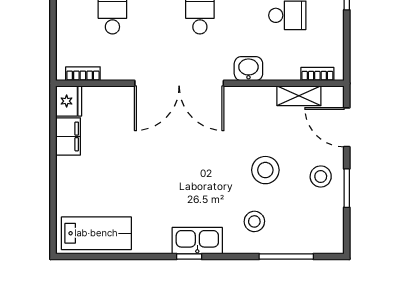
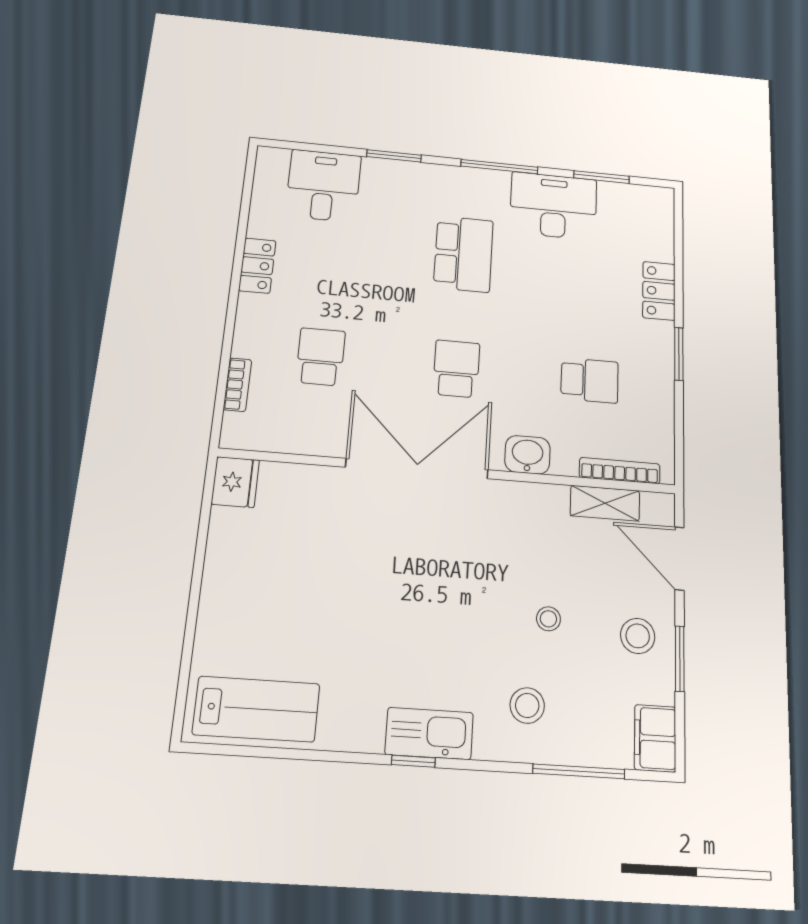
bookcase: (83, 74) -> (237, 385), moved, turned 90
bookcase: (317, 74) -> (620, 471), width x1.56
double door: (179, 83) -> (417, 468), swing flipped
filing cabinet: (68, 136) -> (655, 738), moved, turned 180
stool: (265, 170) -> (548, 619), width x0.53, depth x0.53

